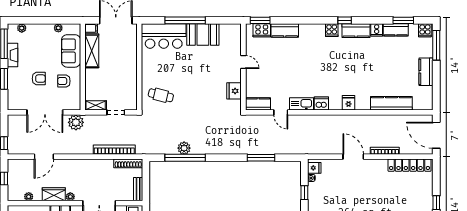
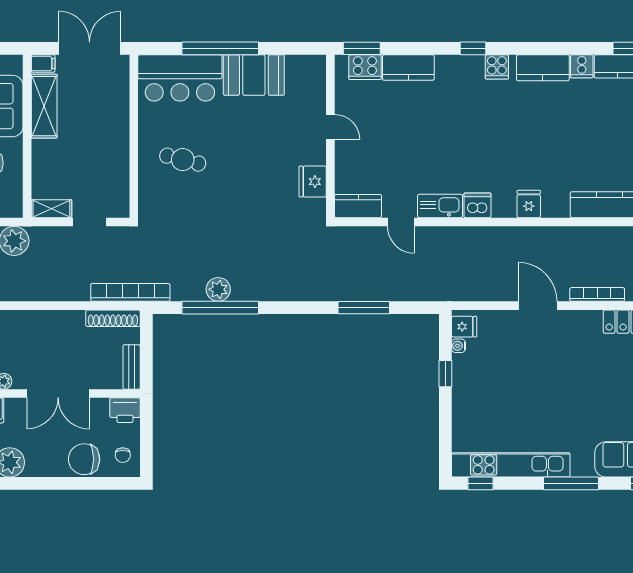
window: (345, 20) -> (473, 48), moved
cafe table: (161, 95) -> (183, 160), moved
bookcase: (114, 150) -> (130, 292), moved

